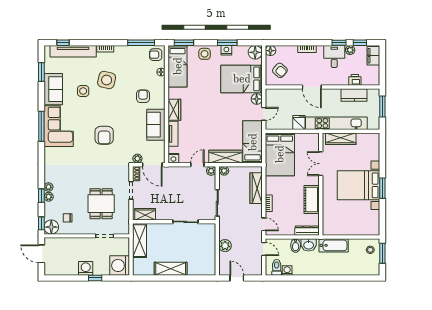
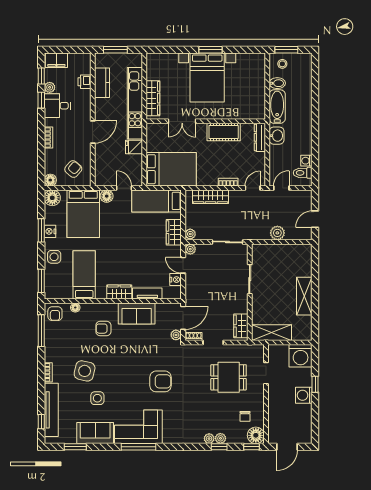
bed: (178, 66) -> (84, 275), moved, turned -90
armchair: (104, 135) -> (161, 381), moved
wardrobe: (226, 157) -> (174, 232), width x0.67
nightstand: (173, 158) -> (176, 280), moved
bidet: (296, 245) -> (277, 83), moved

